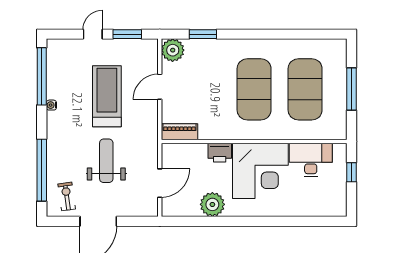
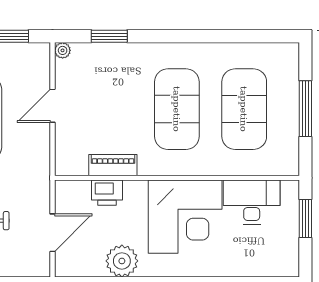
plant: (173, 50) -> (63, 50), width x0.53, depth x0.53
piano: (179, 132) -> (113, 165), moved
printer: (220, 153) -> (107, 193), moved
window: (351, 172) -> (305, 218), width x1.50

